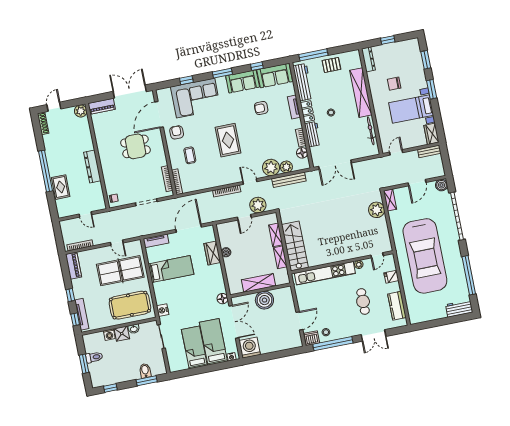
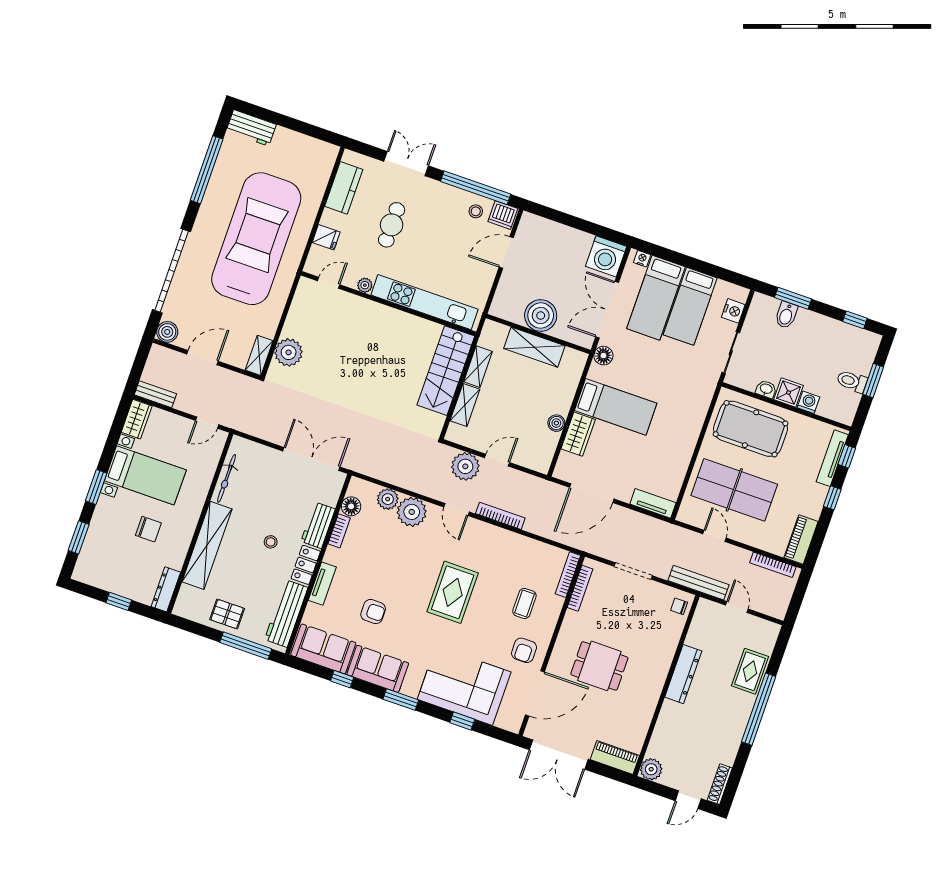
bench: (289, 180) -> (699, 583), moved
bed: (171, 269) -> (616, 407), moved, turned 180
nightstand: (163, 310) -> (733, 311), moved

